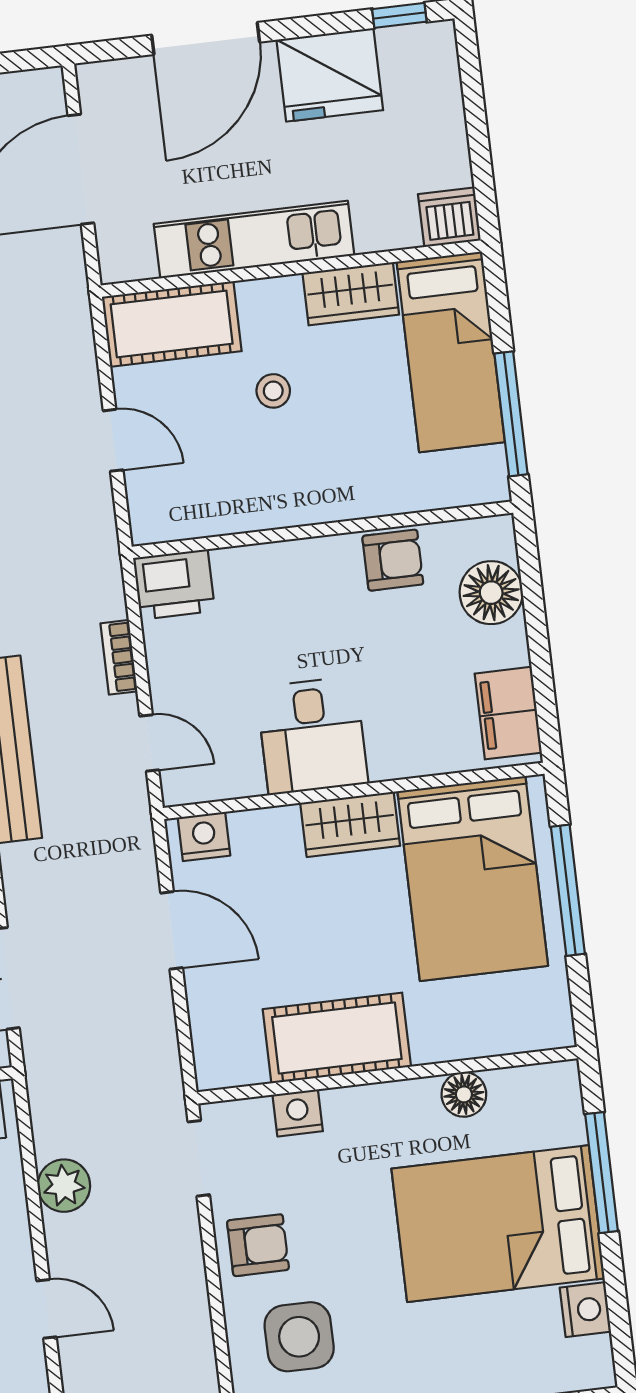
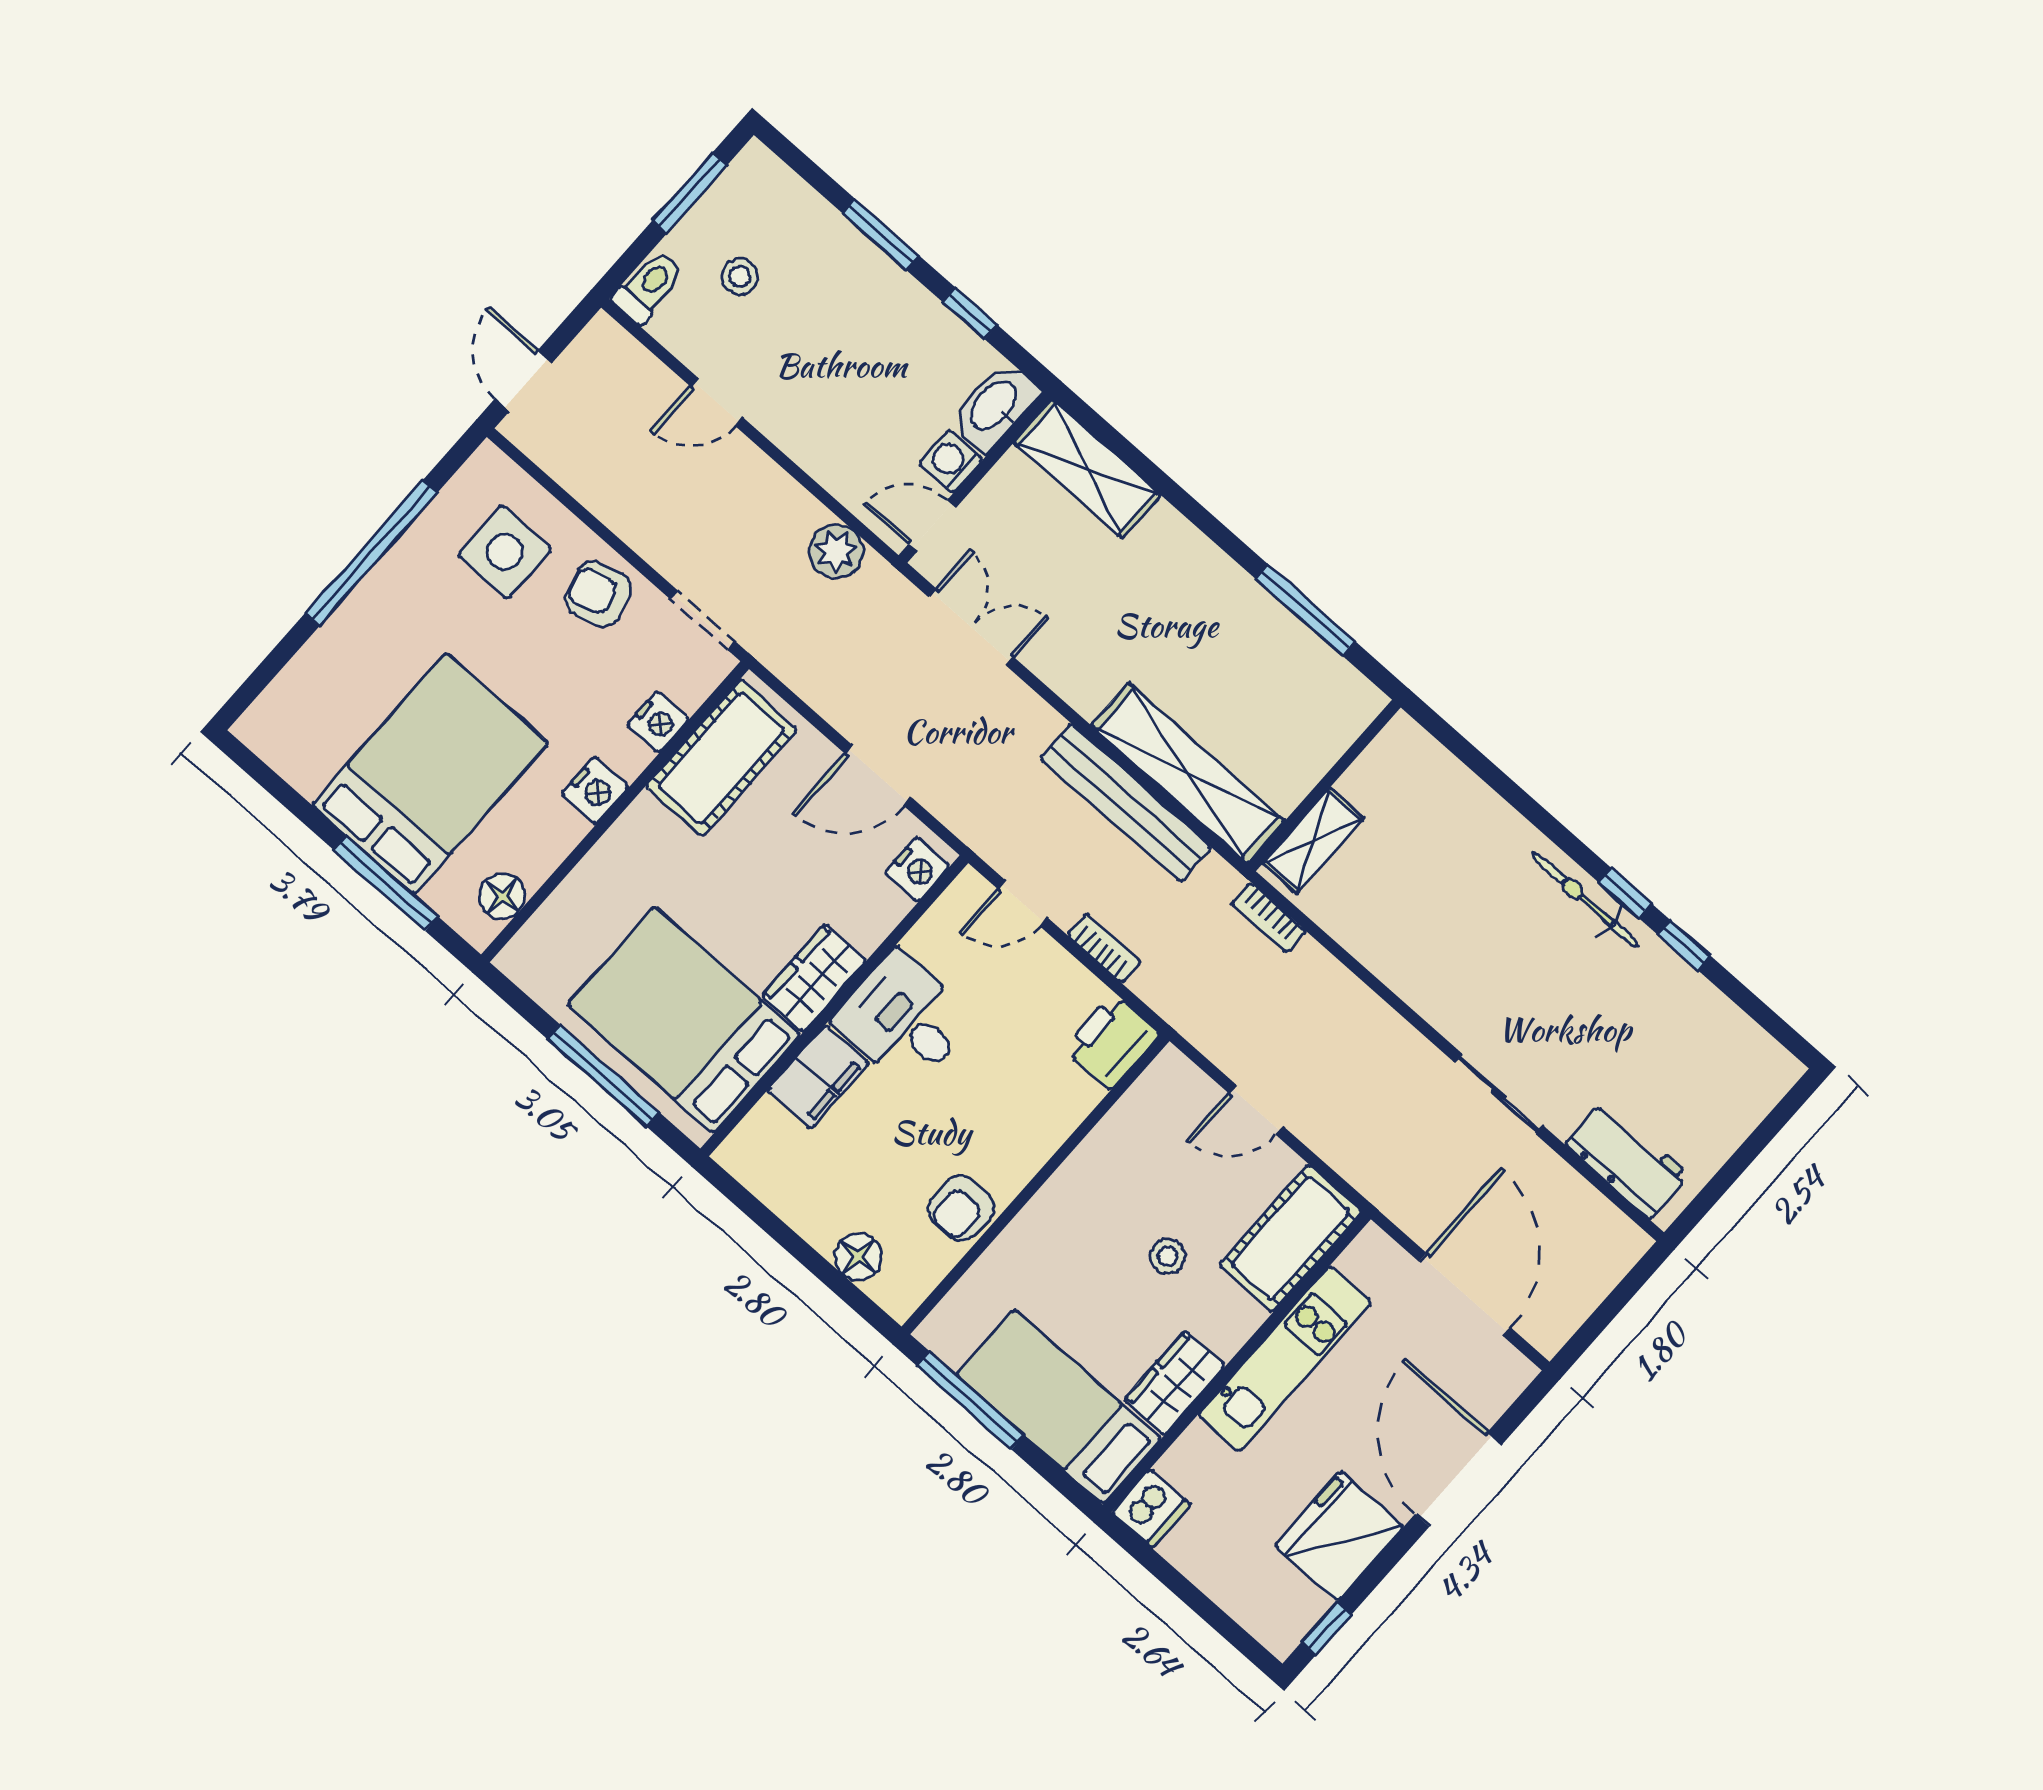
floor lamp: (491, 593) -> (858, 1257), width x0.73, depth x0.73
filing cabinet: (508, 713) -> (818, 1077), moved, turned 90
cot: (337, 1038) -> (721, 758), moved
floor lamp: (464, 1094) -> (502, 896), moved
plant: (64, 1186) -> (836, 551), moved
armchair: (258, 1245) -> (598, 594), turned 75
nightstand: (585, 1310) -> (595, 790), moved, turned -90

